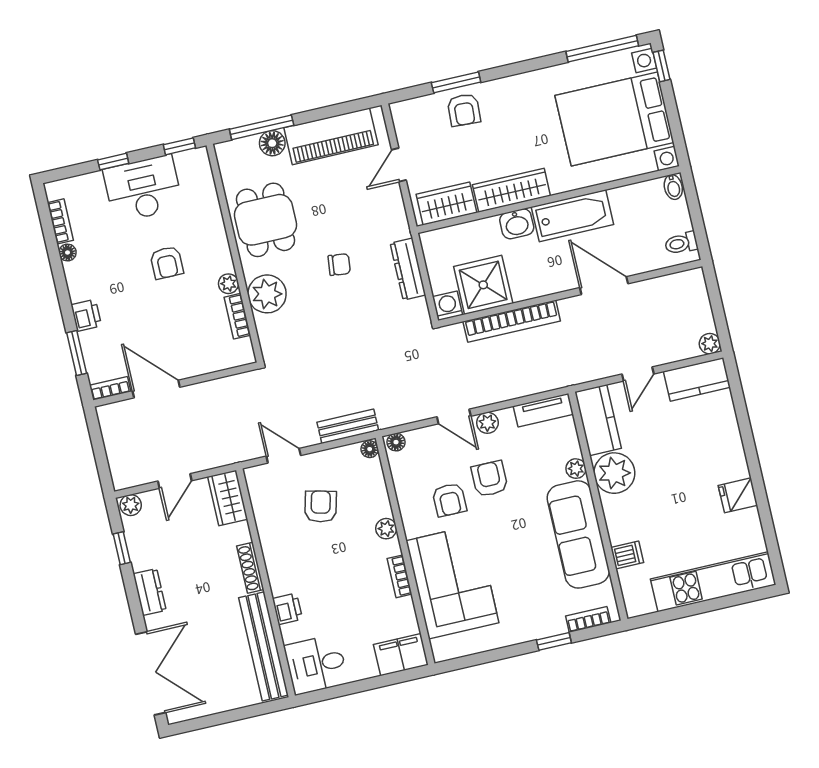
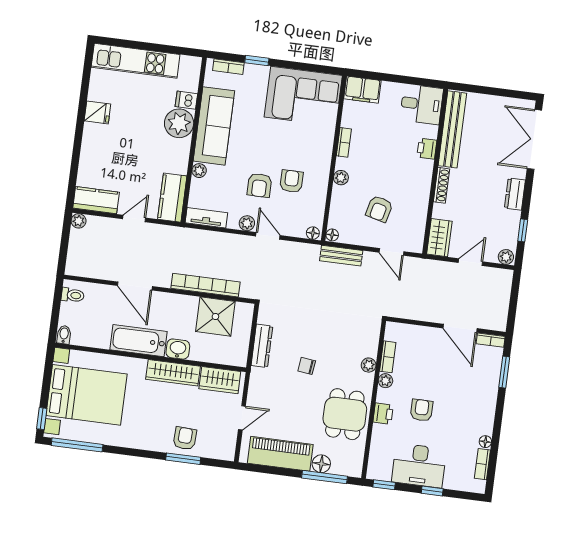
plant: (267, 294) -> (369, 365), width x0.53, depth x0.53
washing machine: (448, 306) -> (244, 311), removed
printer: (86, 315) -> (383, 414), moved, turned 180
plant: (614, 473) -> (179, 123), moved
corner sofa: (452, 582) -> (303, 96), moved, turned -90

